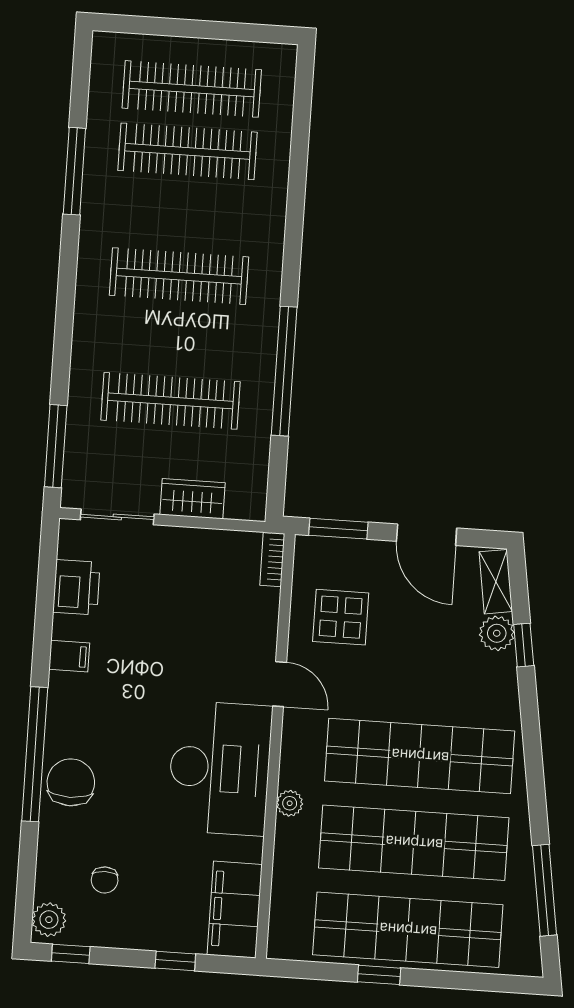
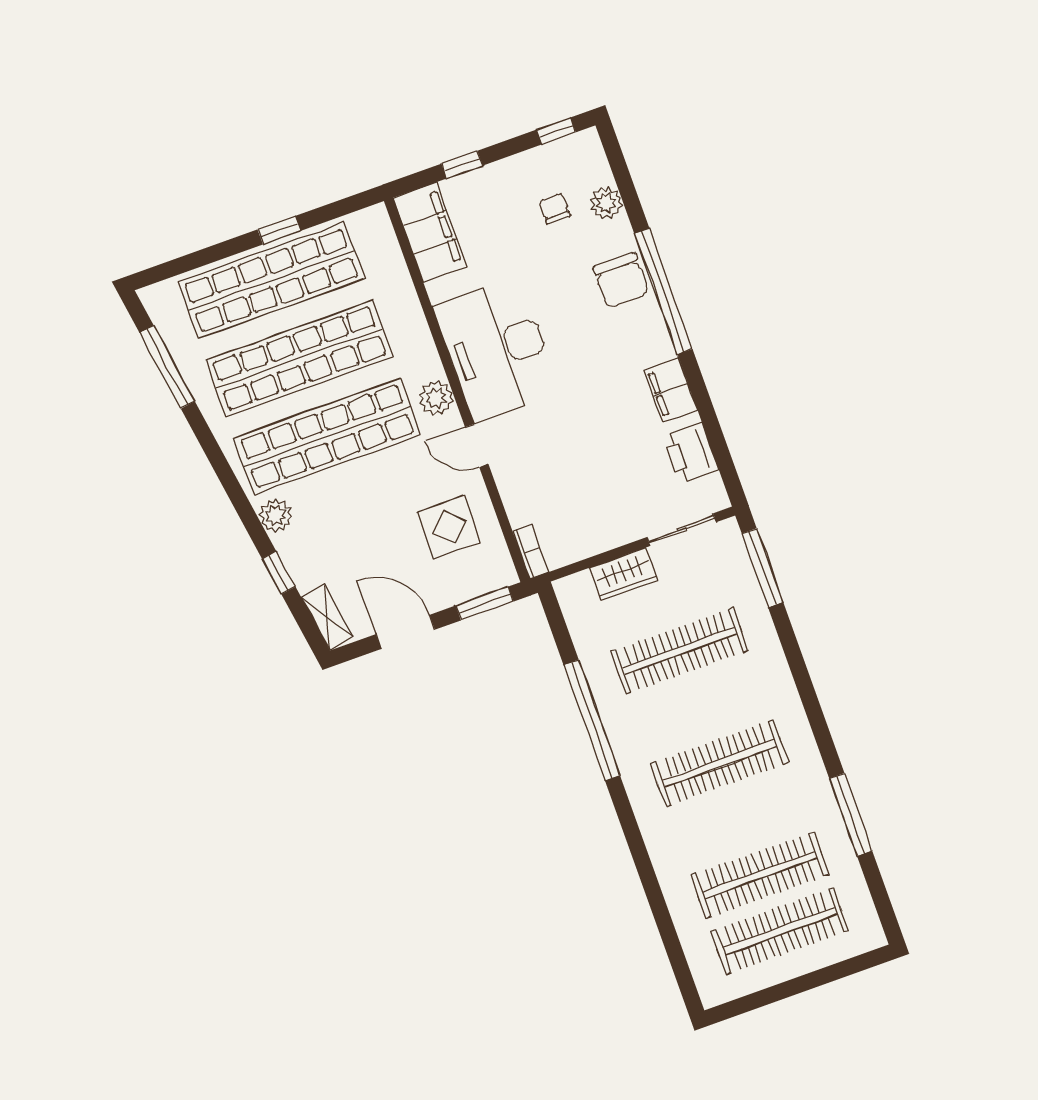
plant: (497, 633) -> (276, 516), moved
filing cabinet: (69, 656) -> (671, 390), width x2.00
plant: (290, 803) -> (436, 398), moved, width x1.38, depth x1.38
plant: (49, 920) -> (606, 203), moved

